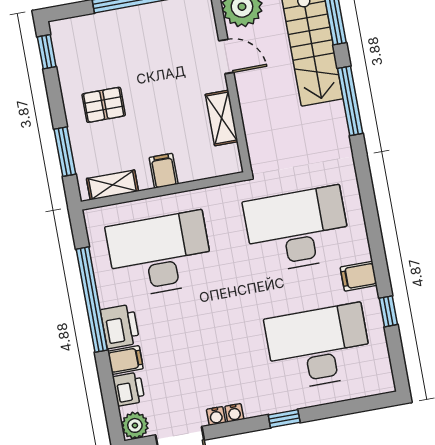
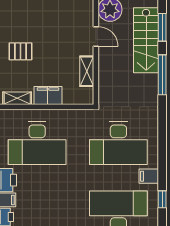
filing cabinet: (164, 171) -> (48, 95), width x2.00
desk: (297, 229) -> (118, 143), turned 180
desk: (160, 254) -> (37, 143), turned 180

